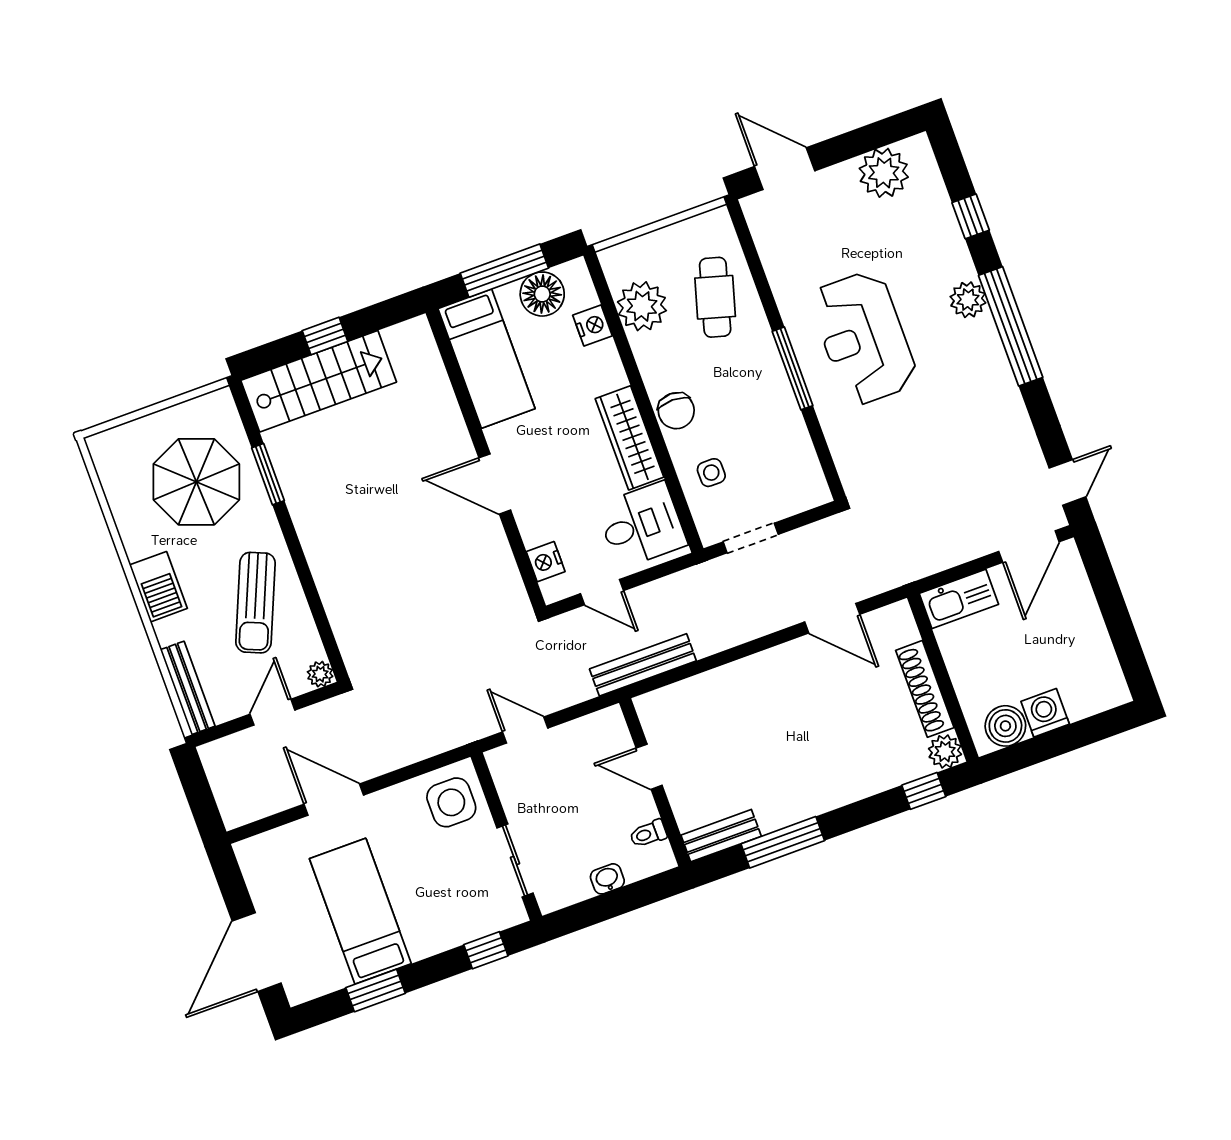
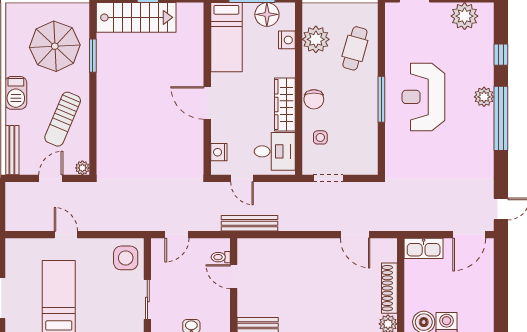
door: (525, 730) -> (177, 235), swing flipped
door: (334, 800) -> (66, 235), width x0.73
toilet: (648, 834) -> (221, 257), moved

